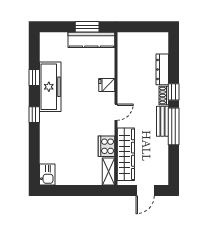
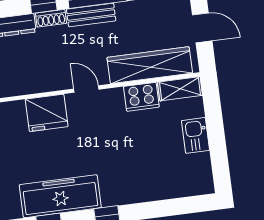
fridge: (107, 85) -> (47, 113), width x1.88, depth x1.34
kitchen sink: (47, 174) -> (196, 135), moved, turned -90

